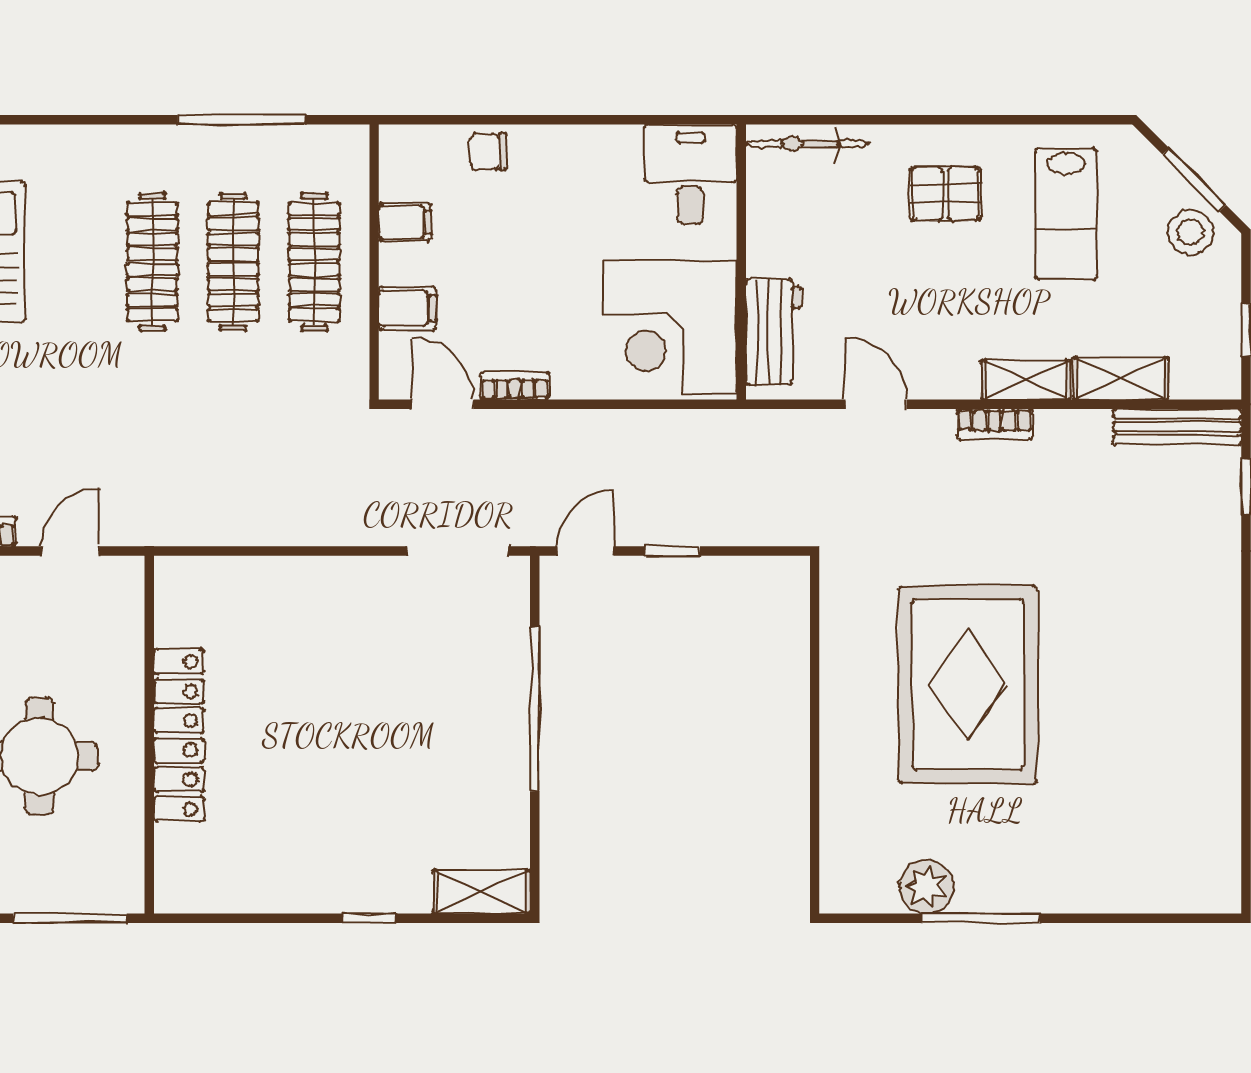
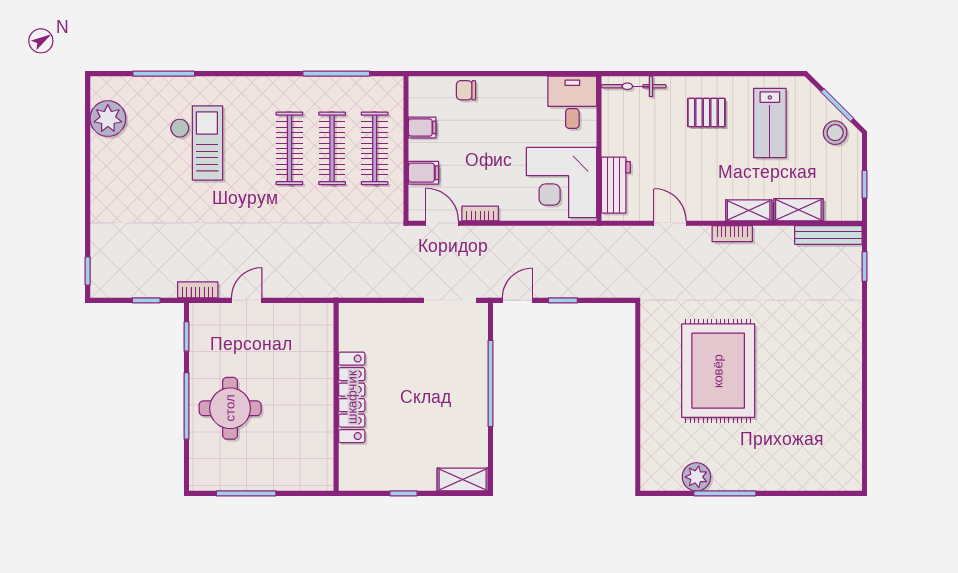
wall: (149, 735) -> (336, 397), moved
locker: (179, 735) -> (352, 397), moved

